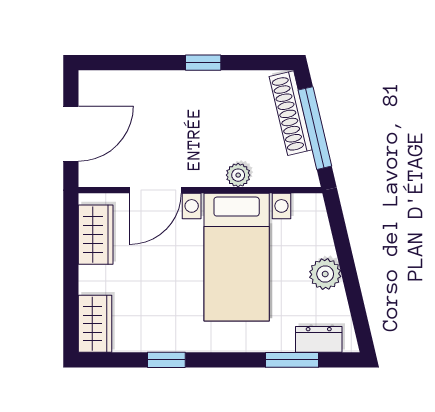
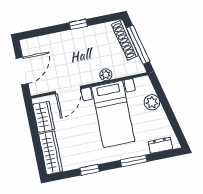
plant: (325, 274) -> (152, 102), moved
wardrobe: (95, 324) -> (51, 153), width x1.50
window: (292, 360) -> (134, 161), moved

